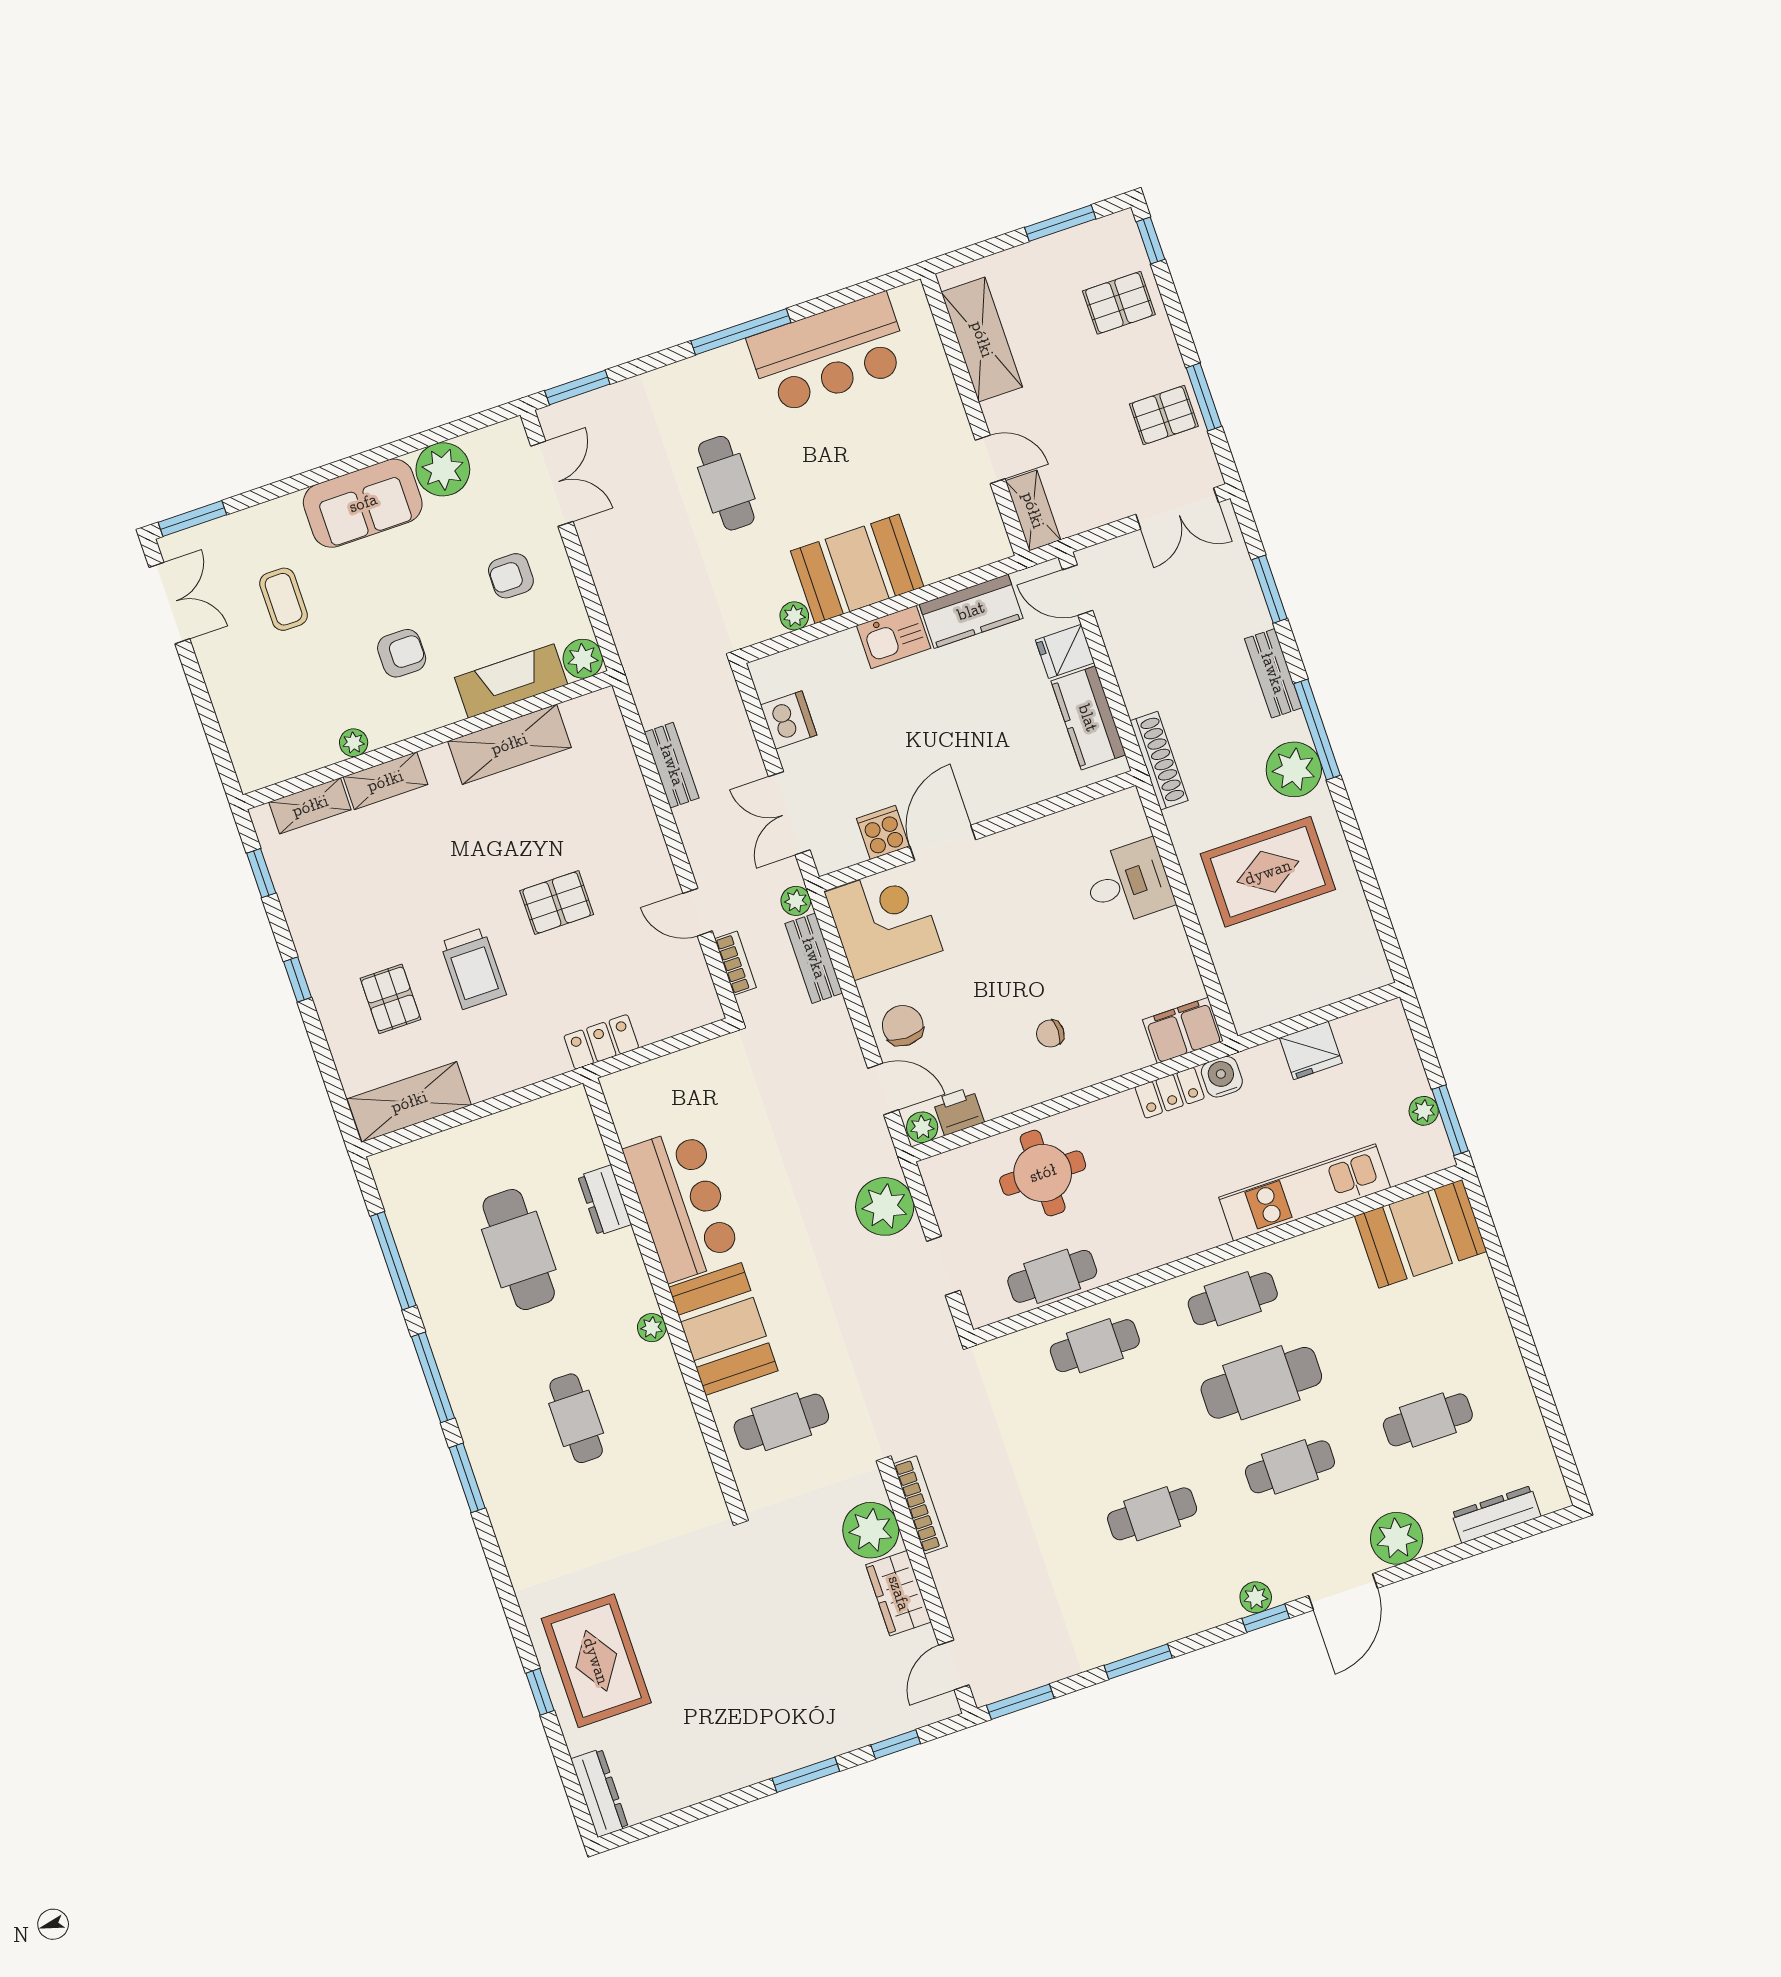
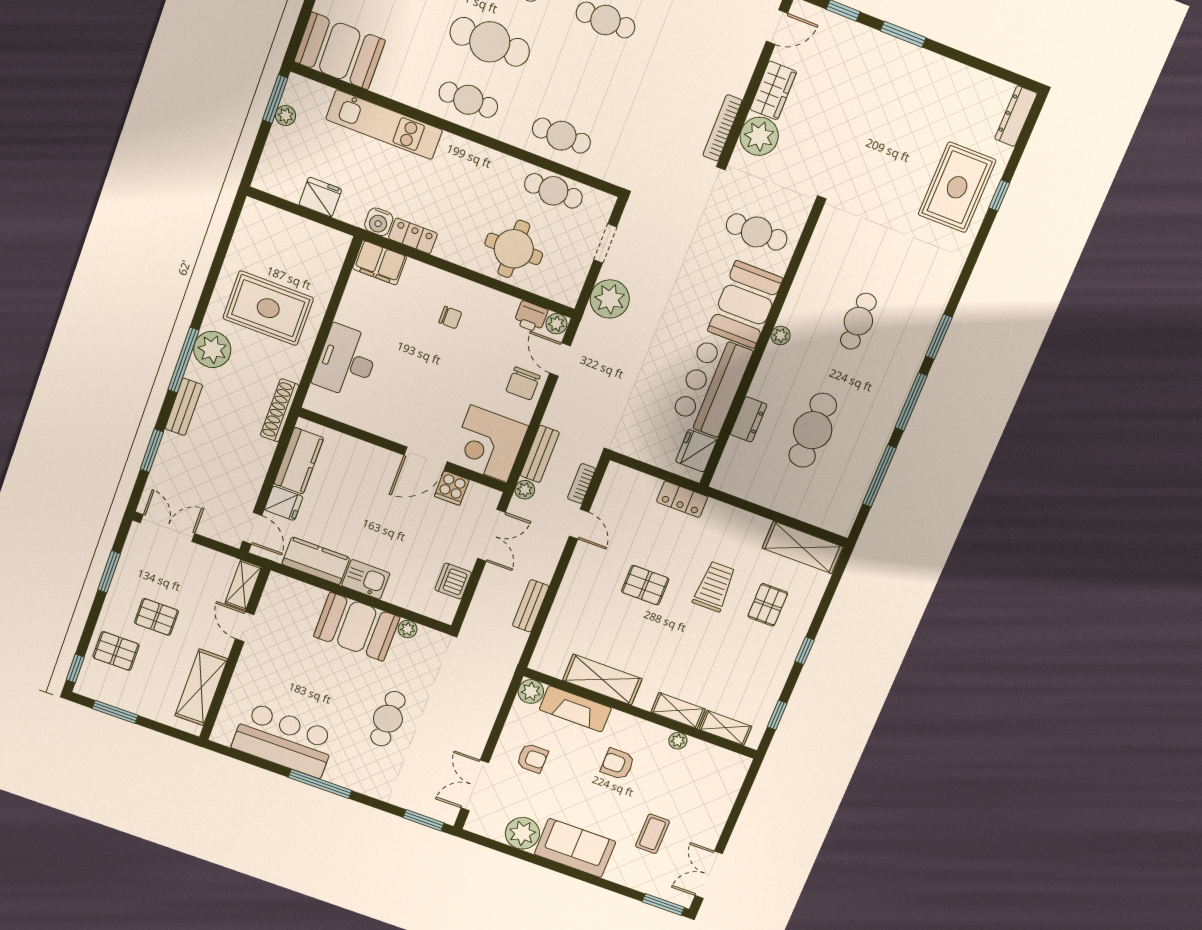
pallet: (1164, 415) -> (156, 617), moved
desk: (1128, 883) -> (346, 361), width x1.37
fridge: (634, 1113) -> (696, 451), added

